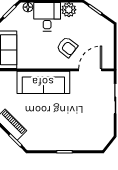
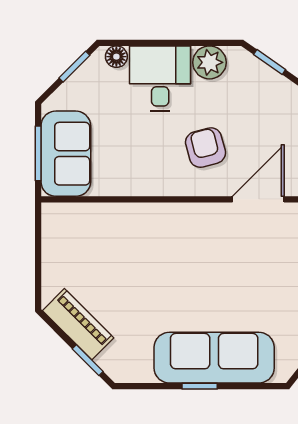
armchair: (67, 47) -> (206, 148), turned -143
sofa: (43, 82) -> (214, 358), moved, turned 180

